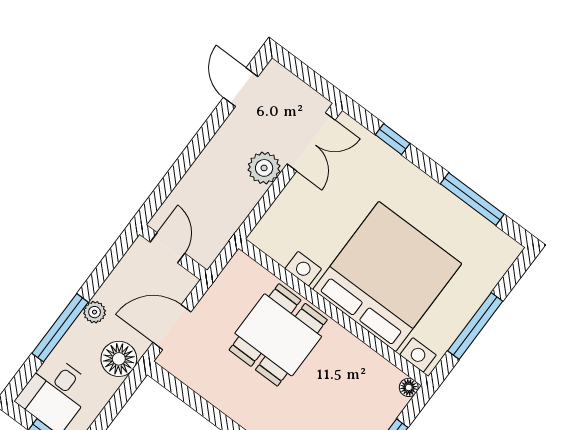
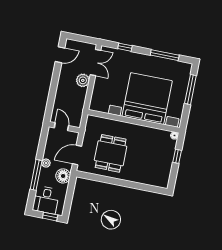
door: (241, 87) -> (60, 55), swing flipped
window: (475, 326) -> (190, 90), moved
dining table: (278, 335) -> (111, 153), moved

